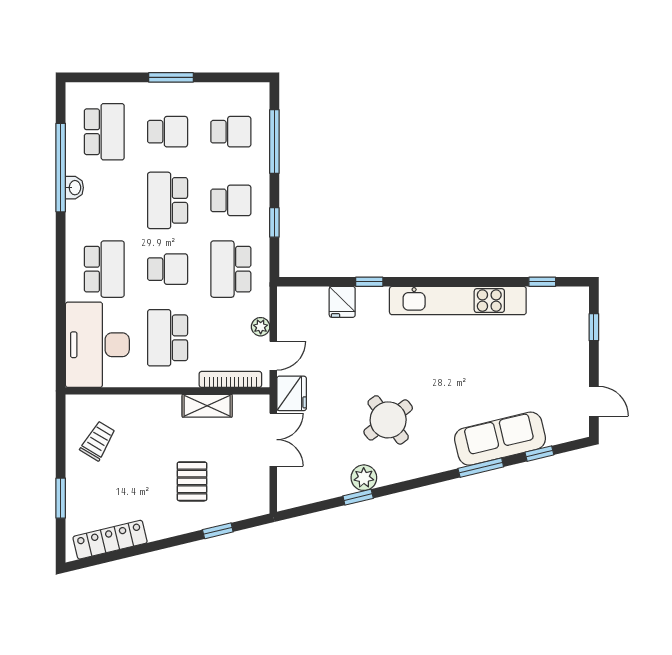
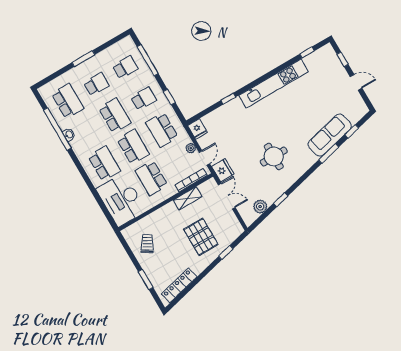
school desk: (168, 200) -> (115, 115), turned 180
school desk: (168, 269) -> (133, 147), width x1.85
fridge: (342, 302) -> (197, 129), moved
door: (594, 401) -> (356, 82), moved
round table: (388, 420) -> (274, 157), turned 37
plant: (364, 478) -> (260, 207), moved
pallet: (192, 481) -> (201, 237), width x1.50, depth x1.42

